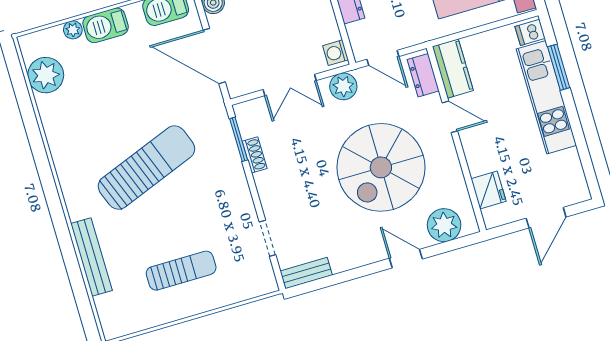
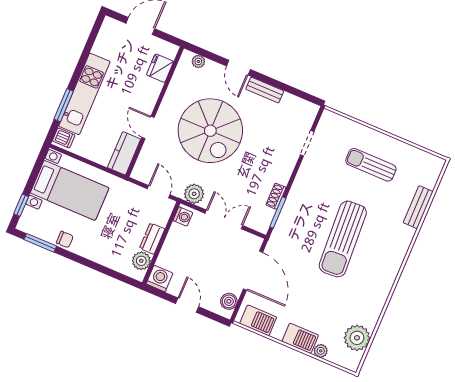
dresser: (423, 75) -> (144, 163), removed
spiral stairs: (381, 167) -> (210, 131), turned 90
sun lounger: (146, 168) -> (343, 239), turned -72
plant: (444, 225) -> (198, 61), width x0.53, depth x0.53
bench: (91, 257) -> (418, 207), width x0.73
bench: (306, 273) -> (265, 90), moved

